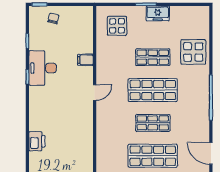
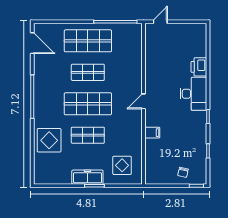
freezer: (158, 13) -> (87, 177), width x1.40
desk: (42, 68) -> (193, 94), moved
printer: (37, 141) -> (199, 67), moved

